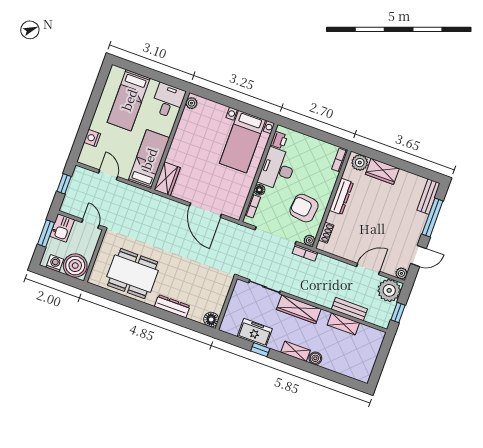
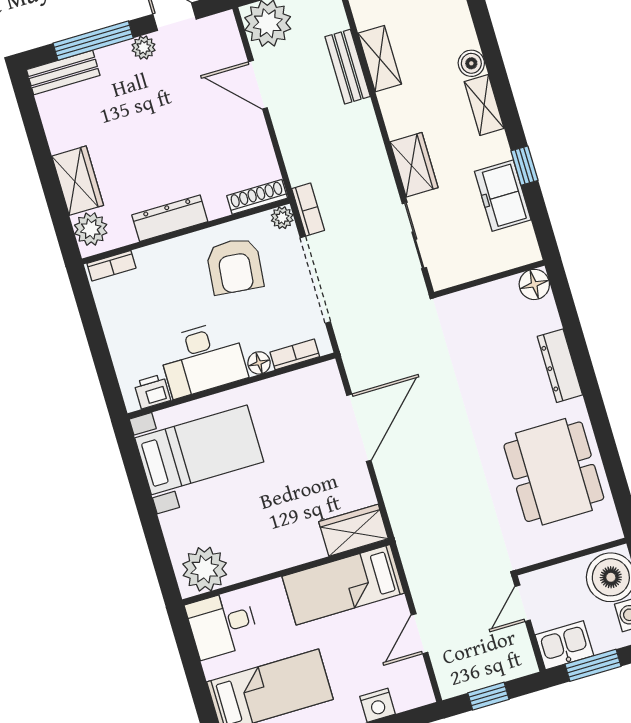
plant: (191, 103) -> (205, 569), width x1.88, depth x1.88
shoe rack: (326, 233) -> (257, 197), width x1.43
plant: (401, 273) -> (144, 48), moved
wardrobe: (299, 309) -> (414, 165), width x0.67

